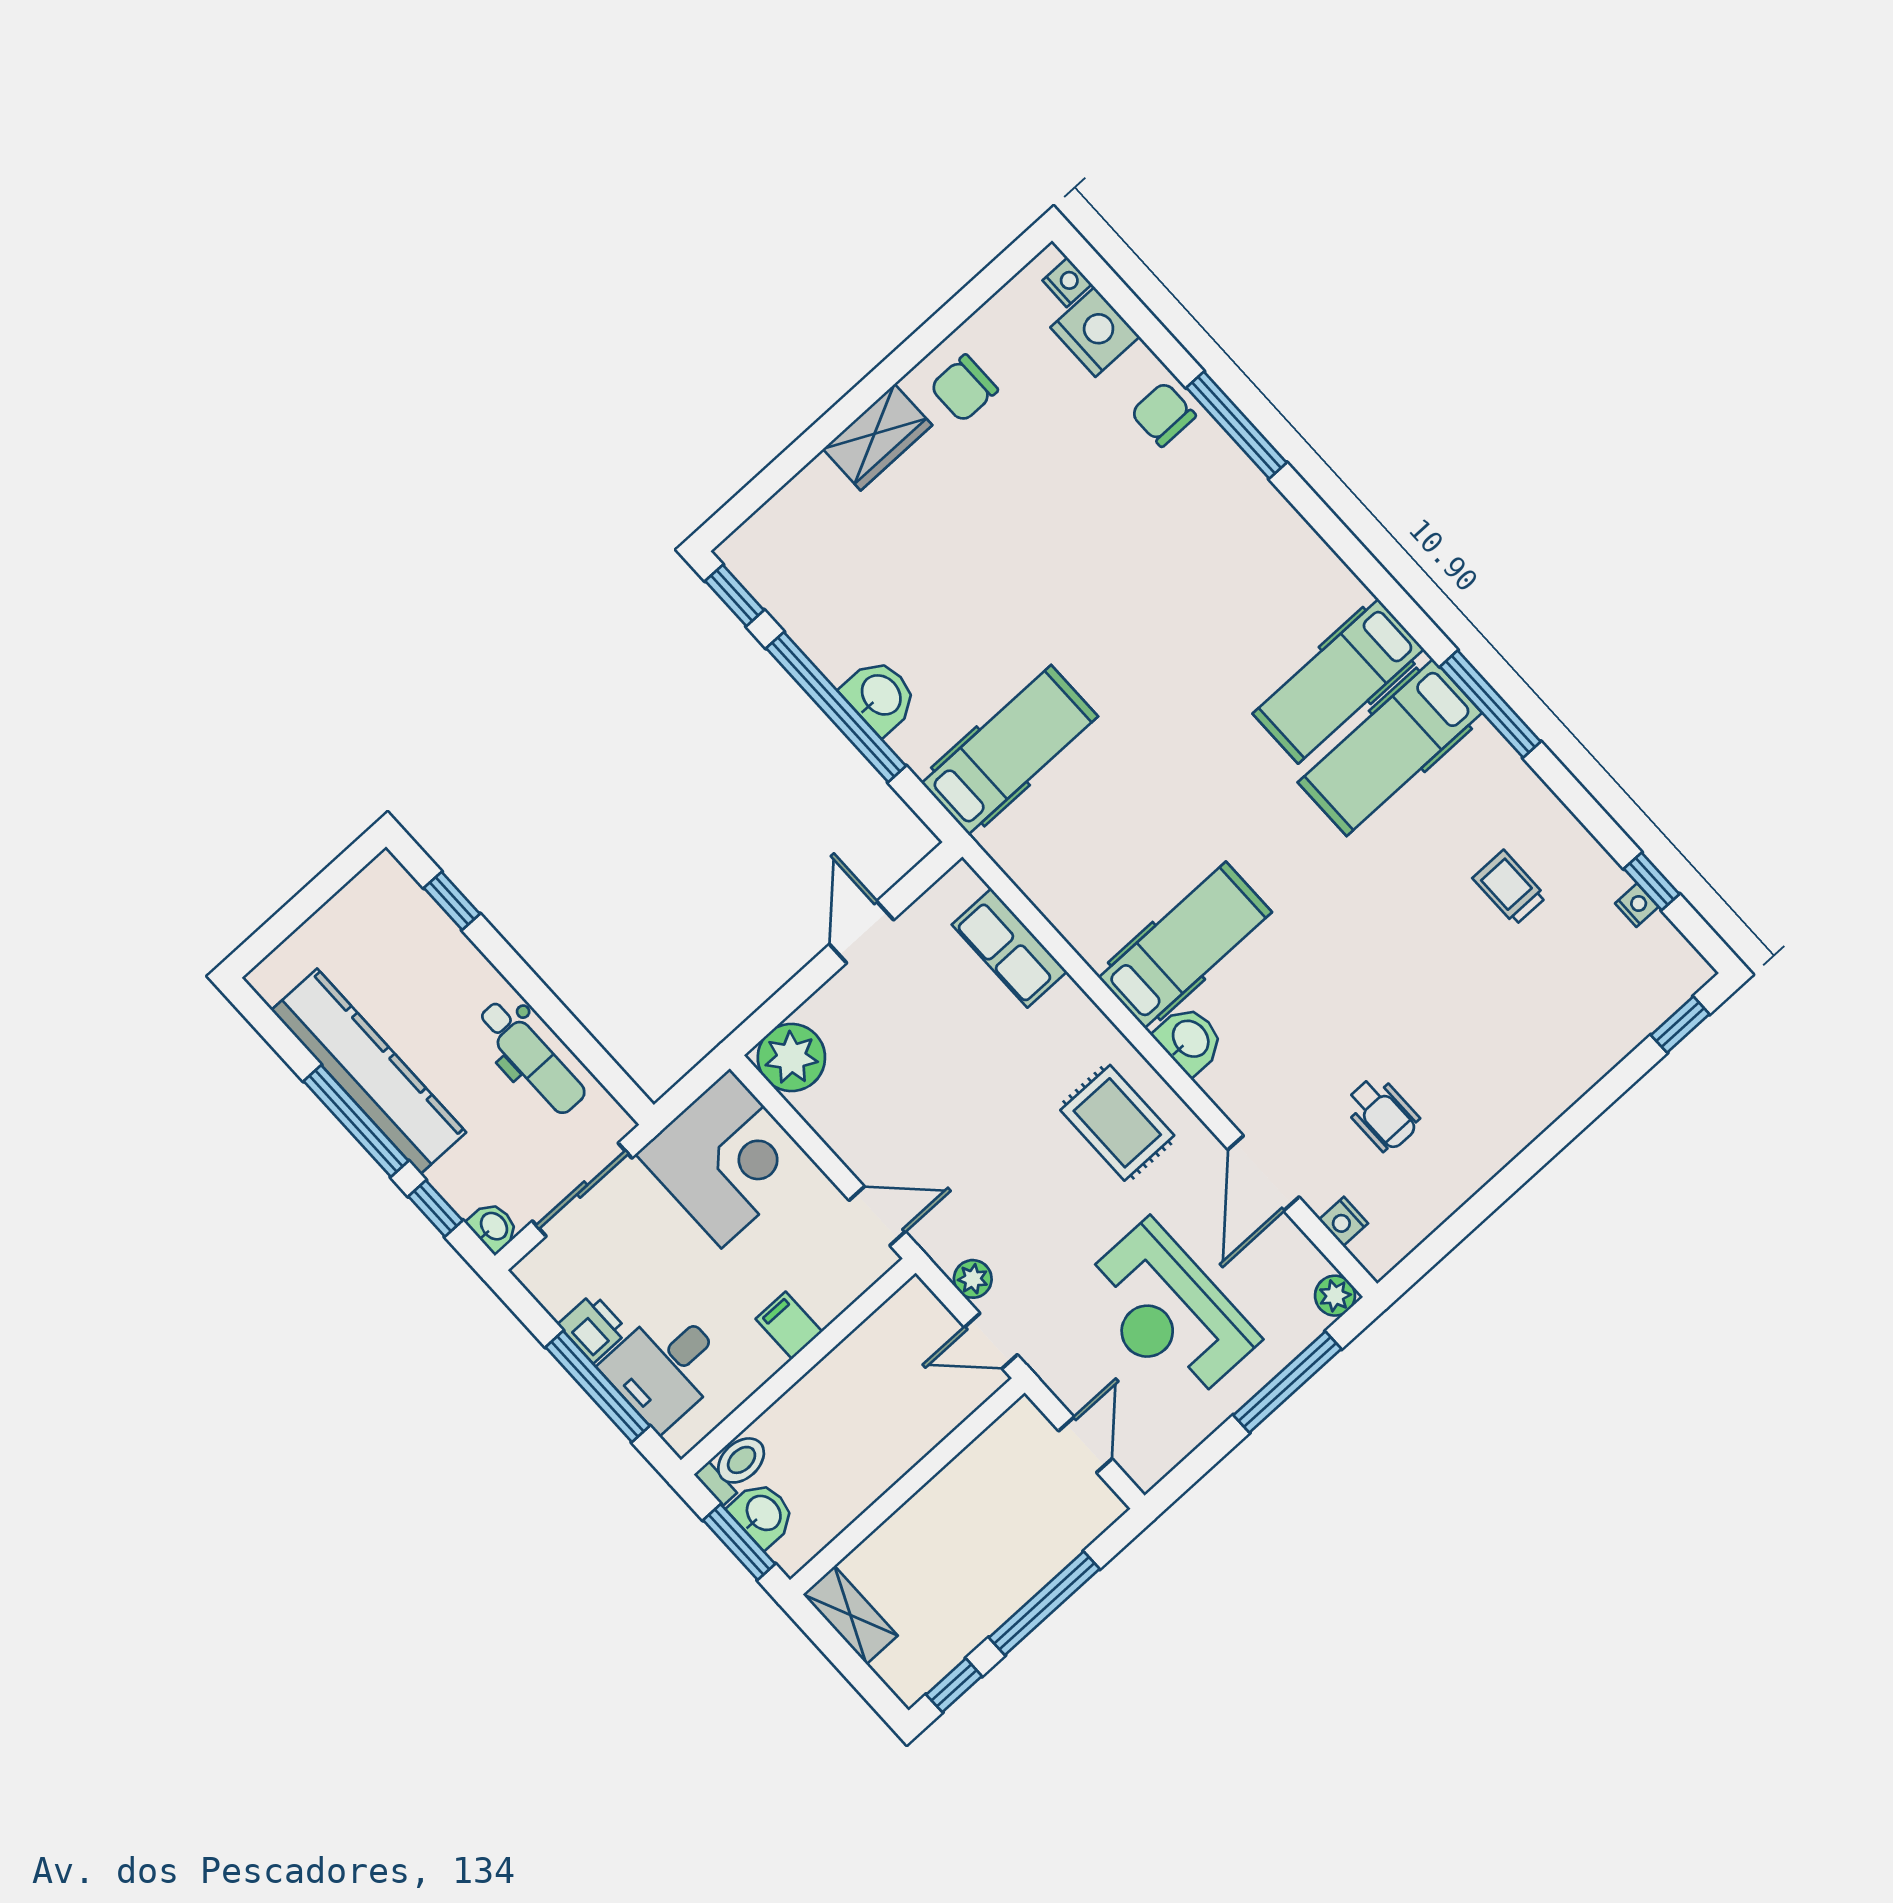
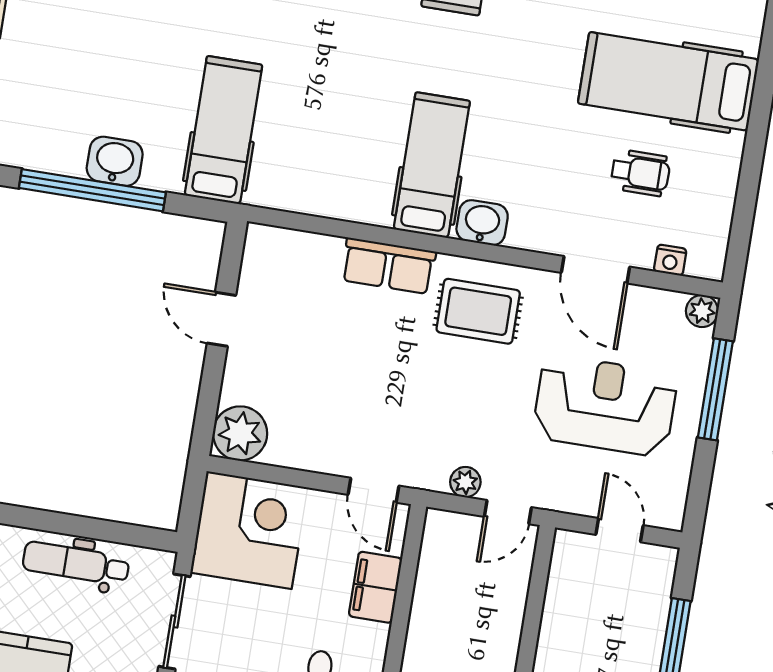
row of seats: (1009, 948) -> (388, 266), moved
hospital bed: (1480, 1046) -> (668, 81), added
dental chair: (531, 1057) -> (76, 563), turned 180
door: (877, 1216) -> (374, 490), swing flipped
reception desk: (1168, 1313) -> (605, 406), turned 180
filing cabinet: (789, 1325) -> (375, 587), width x2.00

